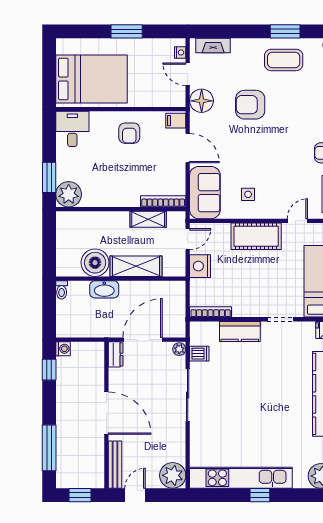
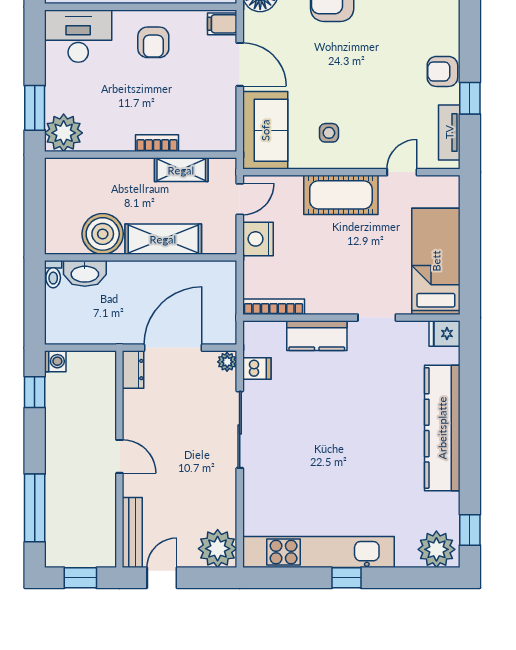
desk: (72, 129) -> (78, 36), width x1.37
bookcase: (163, 201) -> (157, 143), moved, width x0.64
washbasin: (104, 289) -> (85, 273), moved
door: (106, 413) -> (119, 456), width x0.53

